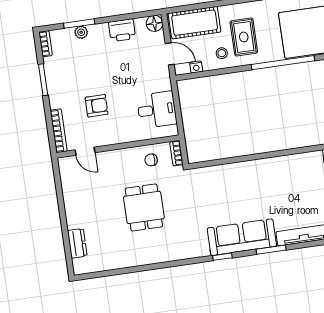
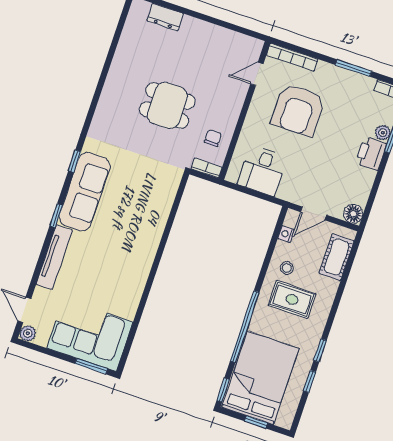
cot: (195, 23) -> (337, 257), width x0.73, depth x0.75
printer: (122, 30) -> (371, 154), moved
armchair: (97, 106) -> (298, 110), width x1.88, depth x1.88
window: (271, 250) -> (56, 216), width x0.67

